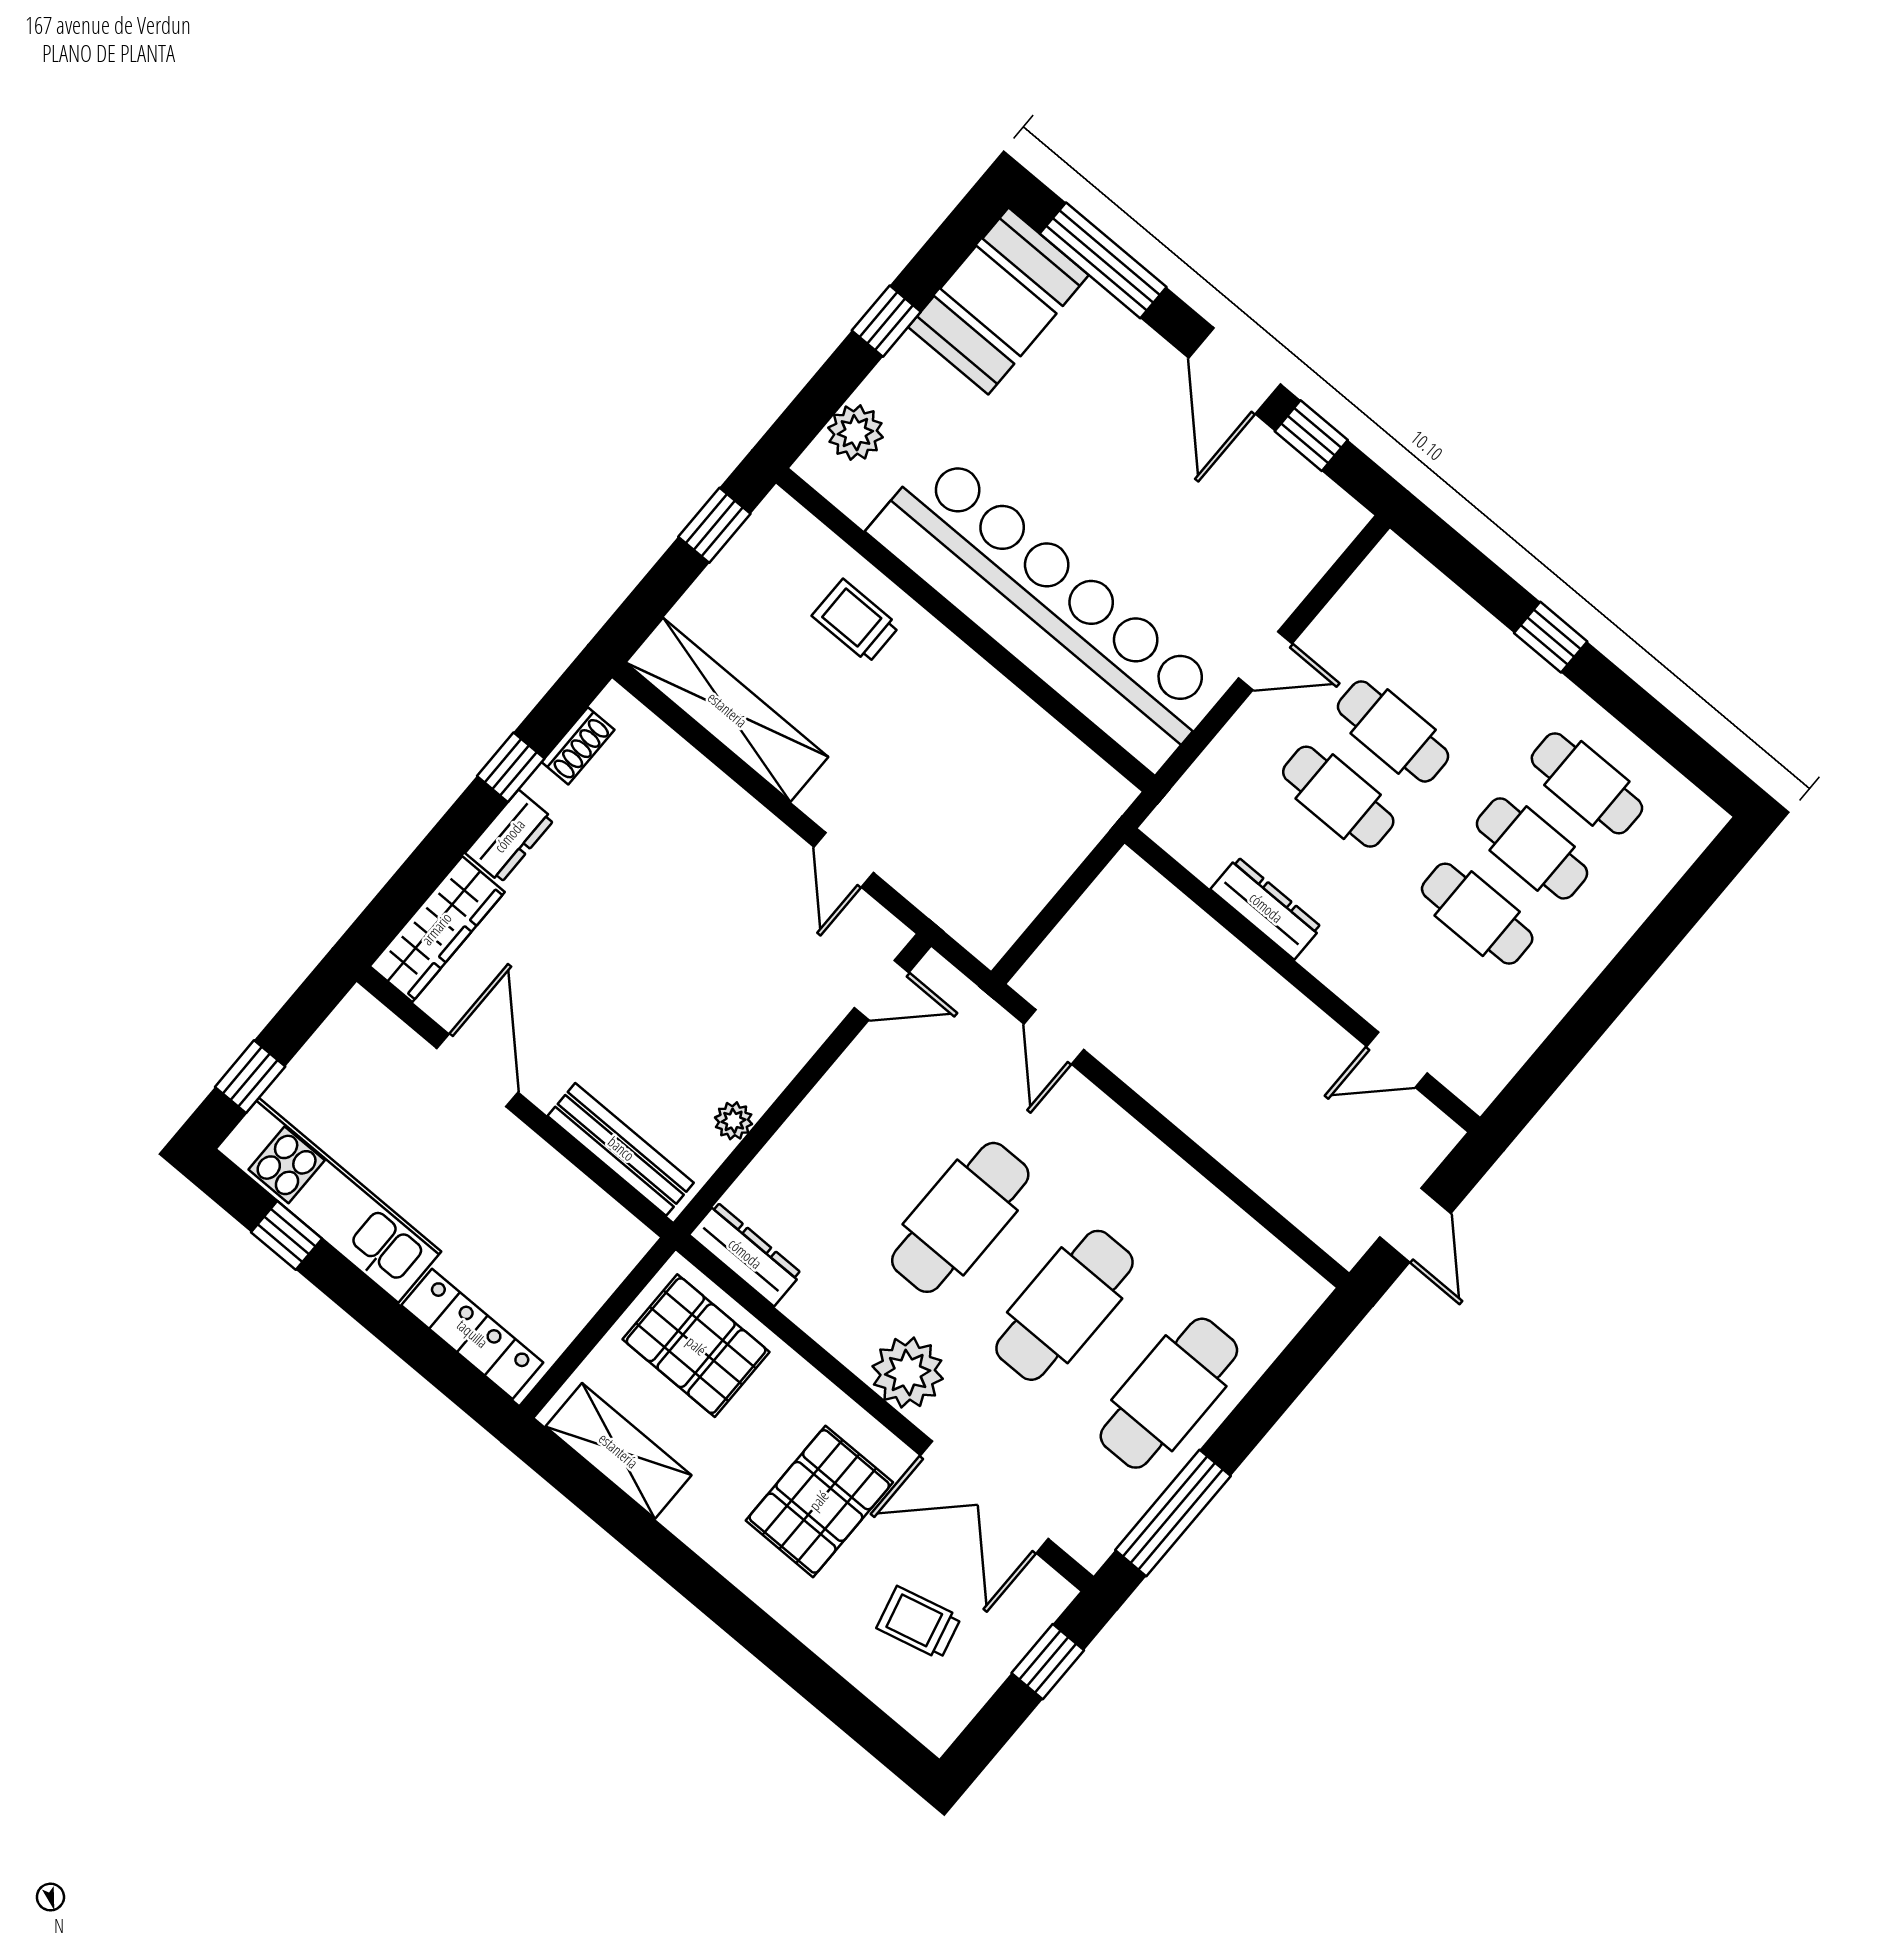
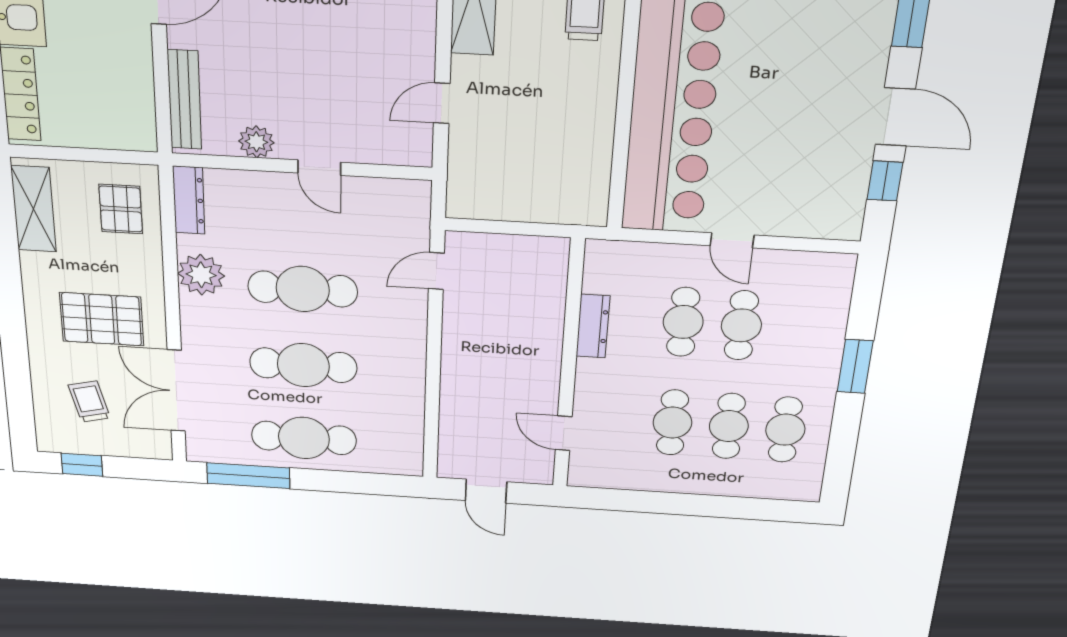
door: (1234, 371) -> (895, 117), swing flipped
window: (1551, 637) -> (855, 366), width x1.50
door: (882, 990) -> (319, 168), moved
plant: (734, 1121) -> (256, 142), width x1.38, depth x1.38
door: (1415, 1225) -> (486, 491), hinge flipped
pallet: (696, 1346) -> (121, 209), width x0.67, depth x0.71
plant: (908, 1373) -> (201, 275), moved
window: (1048, 1662) -> (82, 465), moved

